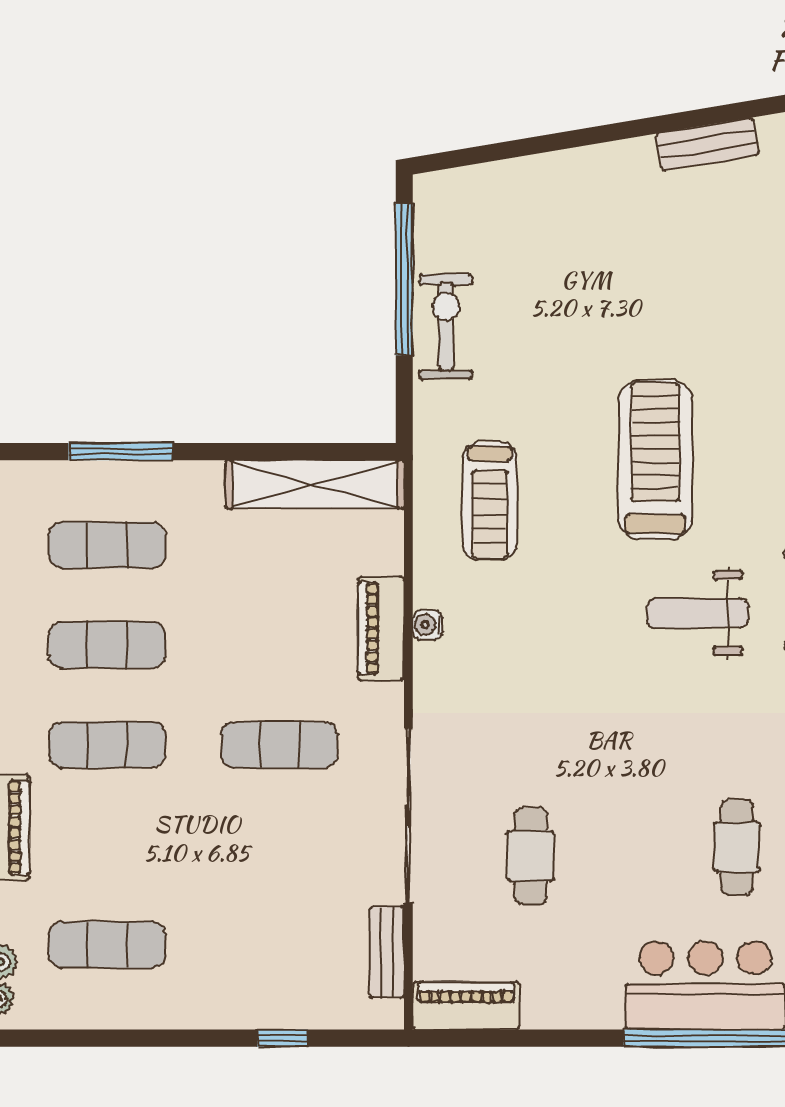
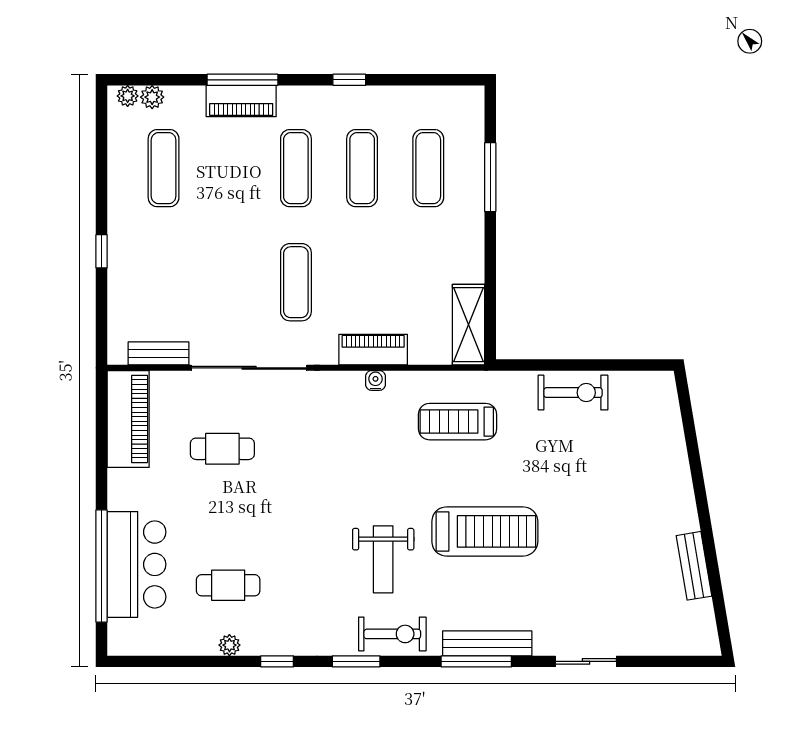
window: (404, 279) -> (604, 365), removed
shelving: (315, 484) -> (469, 325), width x0.68
weight bench: (698, 613) -> (383, 559), turned 180
piano: (466, 1006) -> (128, 419), width x1.37, depth x1.33
window: (283, 1038) -> (102, 251), moved

